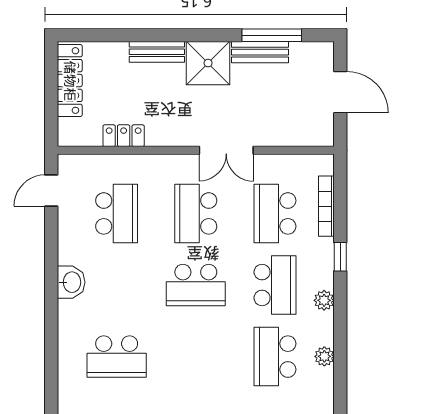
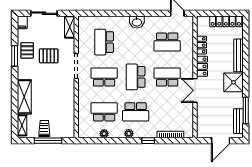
bench: (157, 52) -> (238, 55), width x1.36
bench: (260, 52) -> (238, 121), moved
locker: (172, 134) -> (202, 66), added
school desk: (275, 213) -> (104, 77), moved

